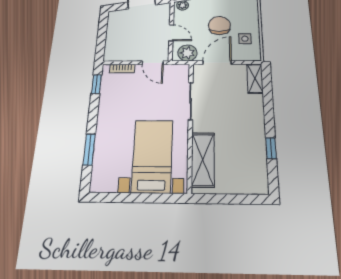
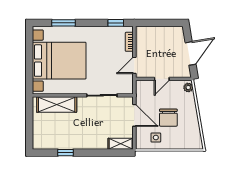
chair: (219, 25) -> (168, 118), turned 90
plant: (187, 53) -> (143, 92), removed
bed with nightstands: (152, 156) -> (59, 61), width x1.36

